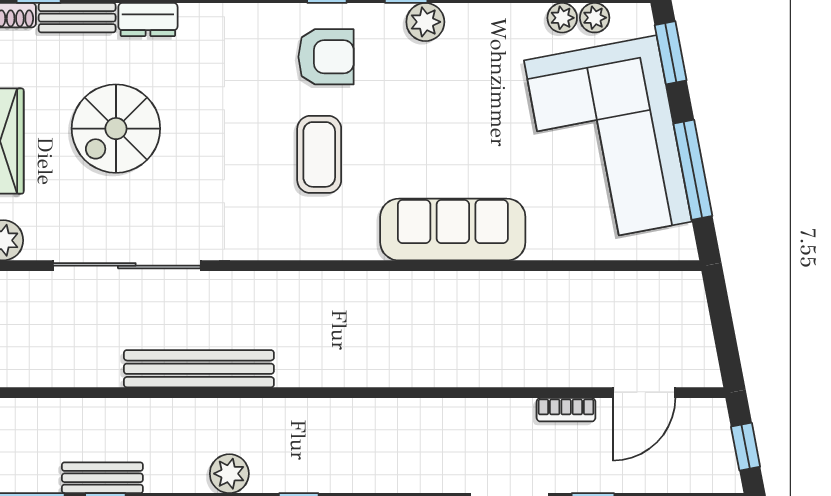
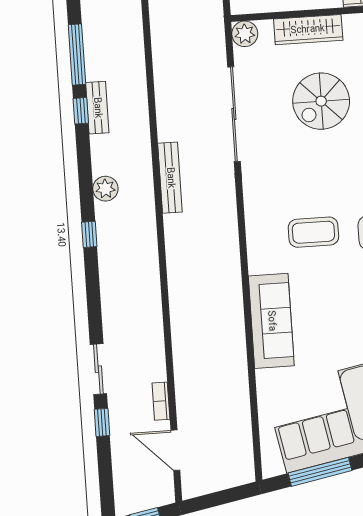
spiral stairs: (116, 129) -> (321, 101), turned -90
bench: (199, 369) -> (170, 178), width x0.73, depth x0.82

